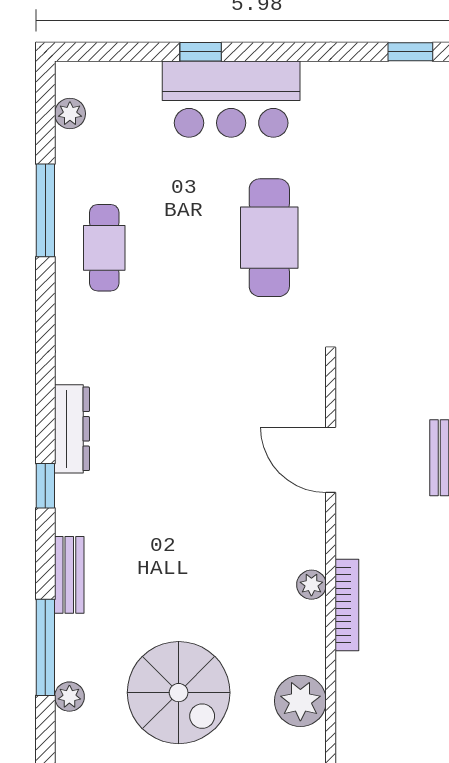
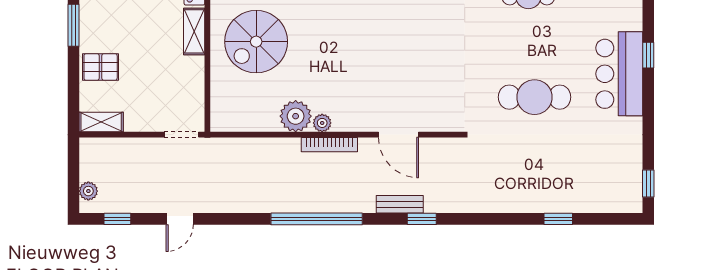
door: (331, 460) -> (398, 135), swing flipped
bookcase: (347, 605) -> (329, 145), moved
plant: (300, 701) -> (296, 116), moved

